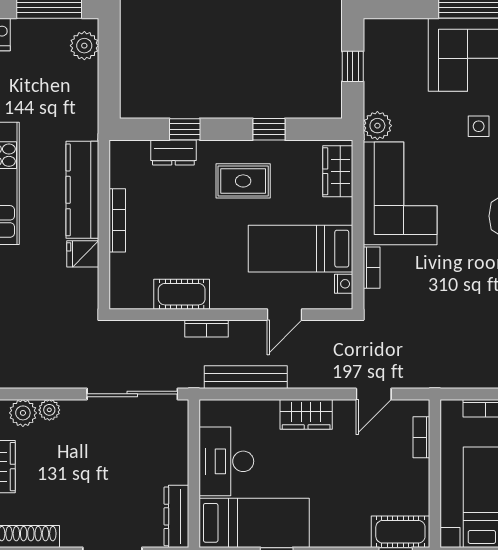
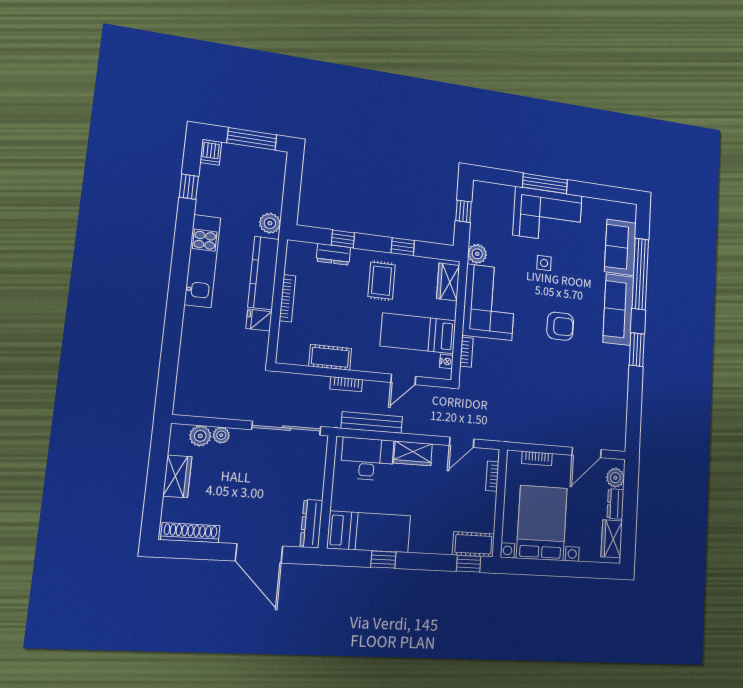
plant: (84, 46) -> (270, 223), moved
rug: (243, 181) -> (382, 281), turned 90
desk: (226, 461) -> (367, 459), moved, turned 90

